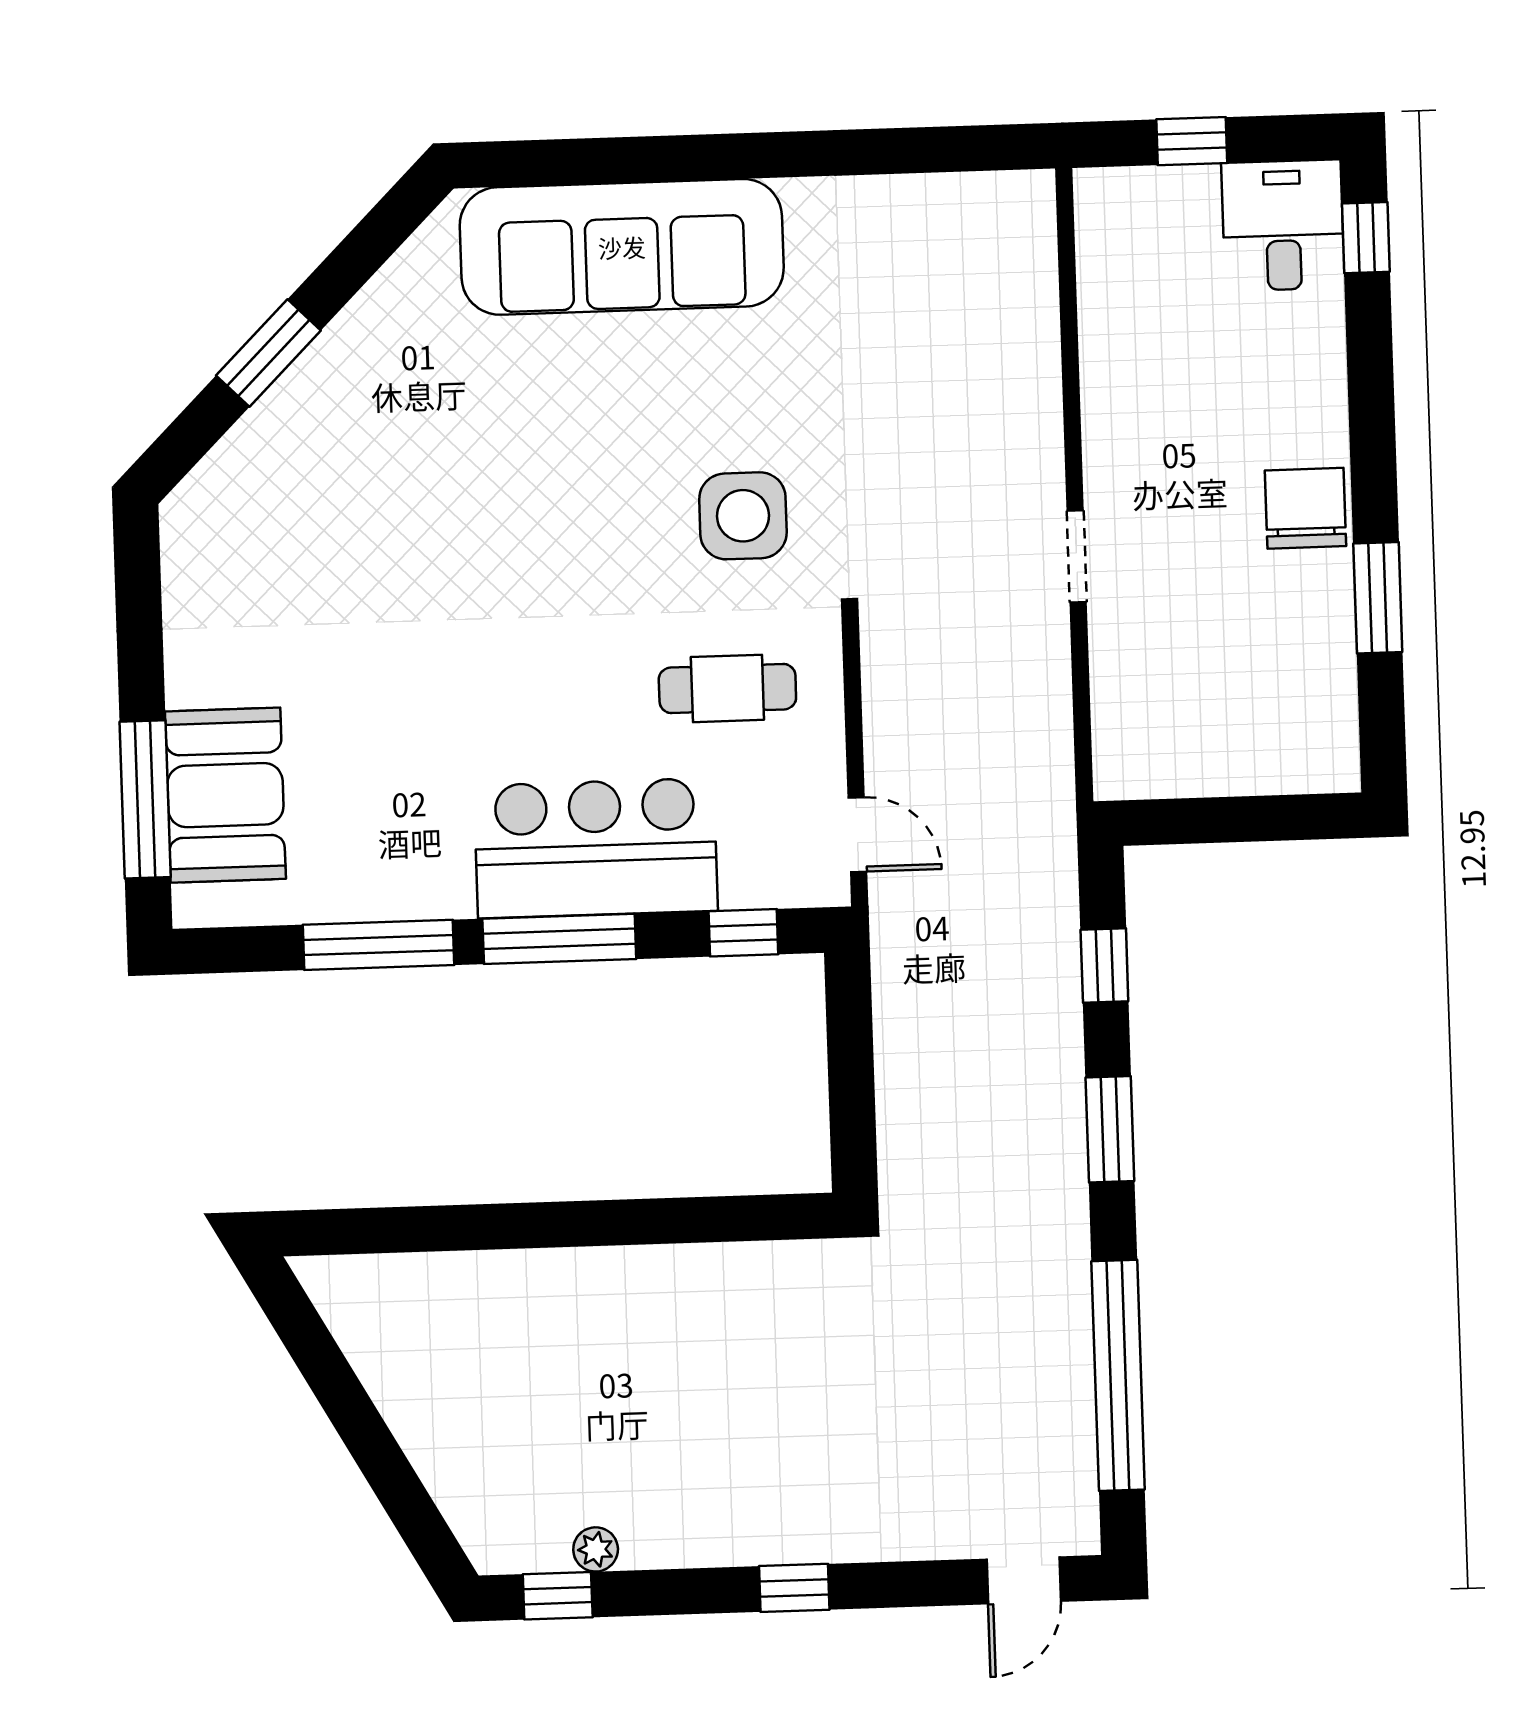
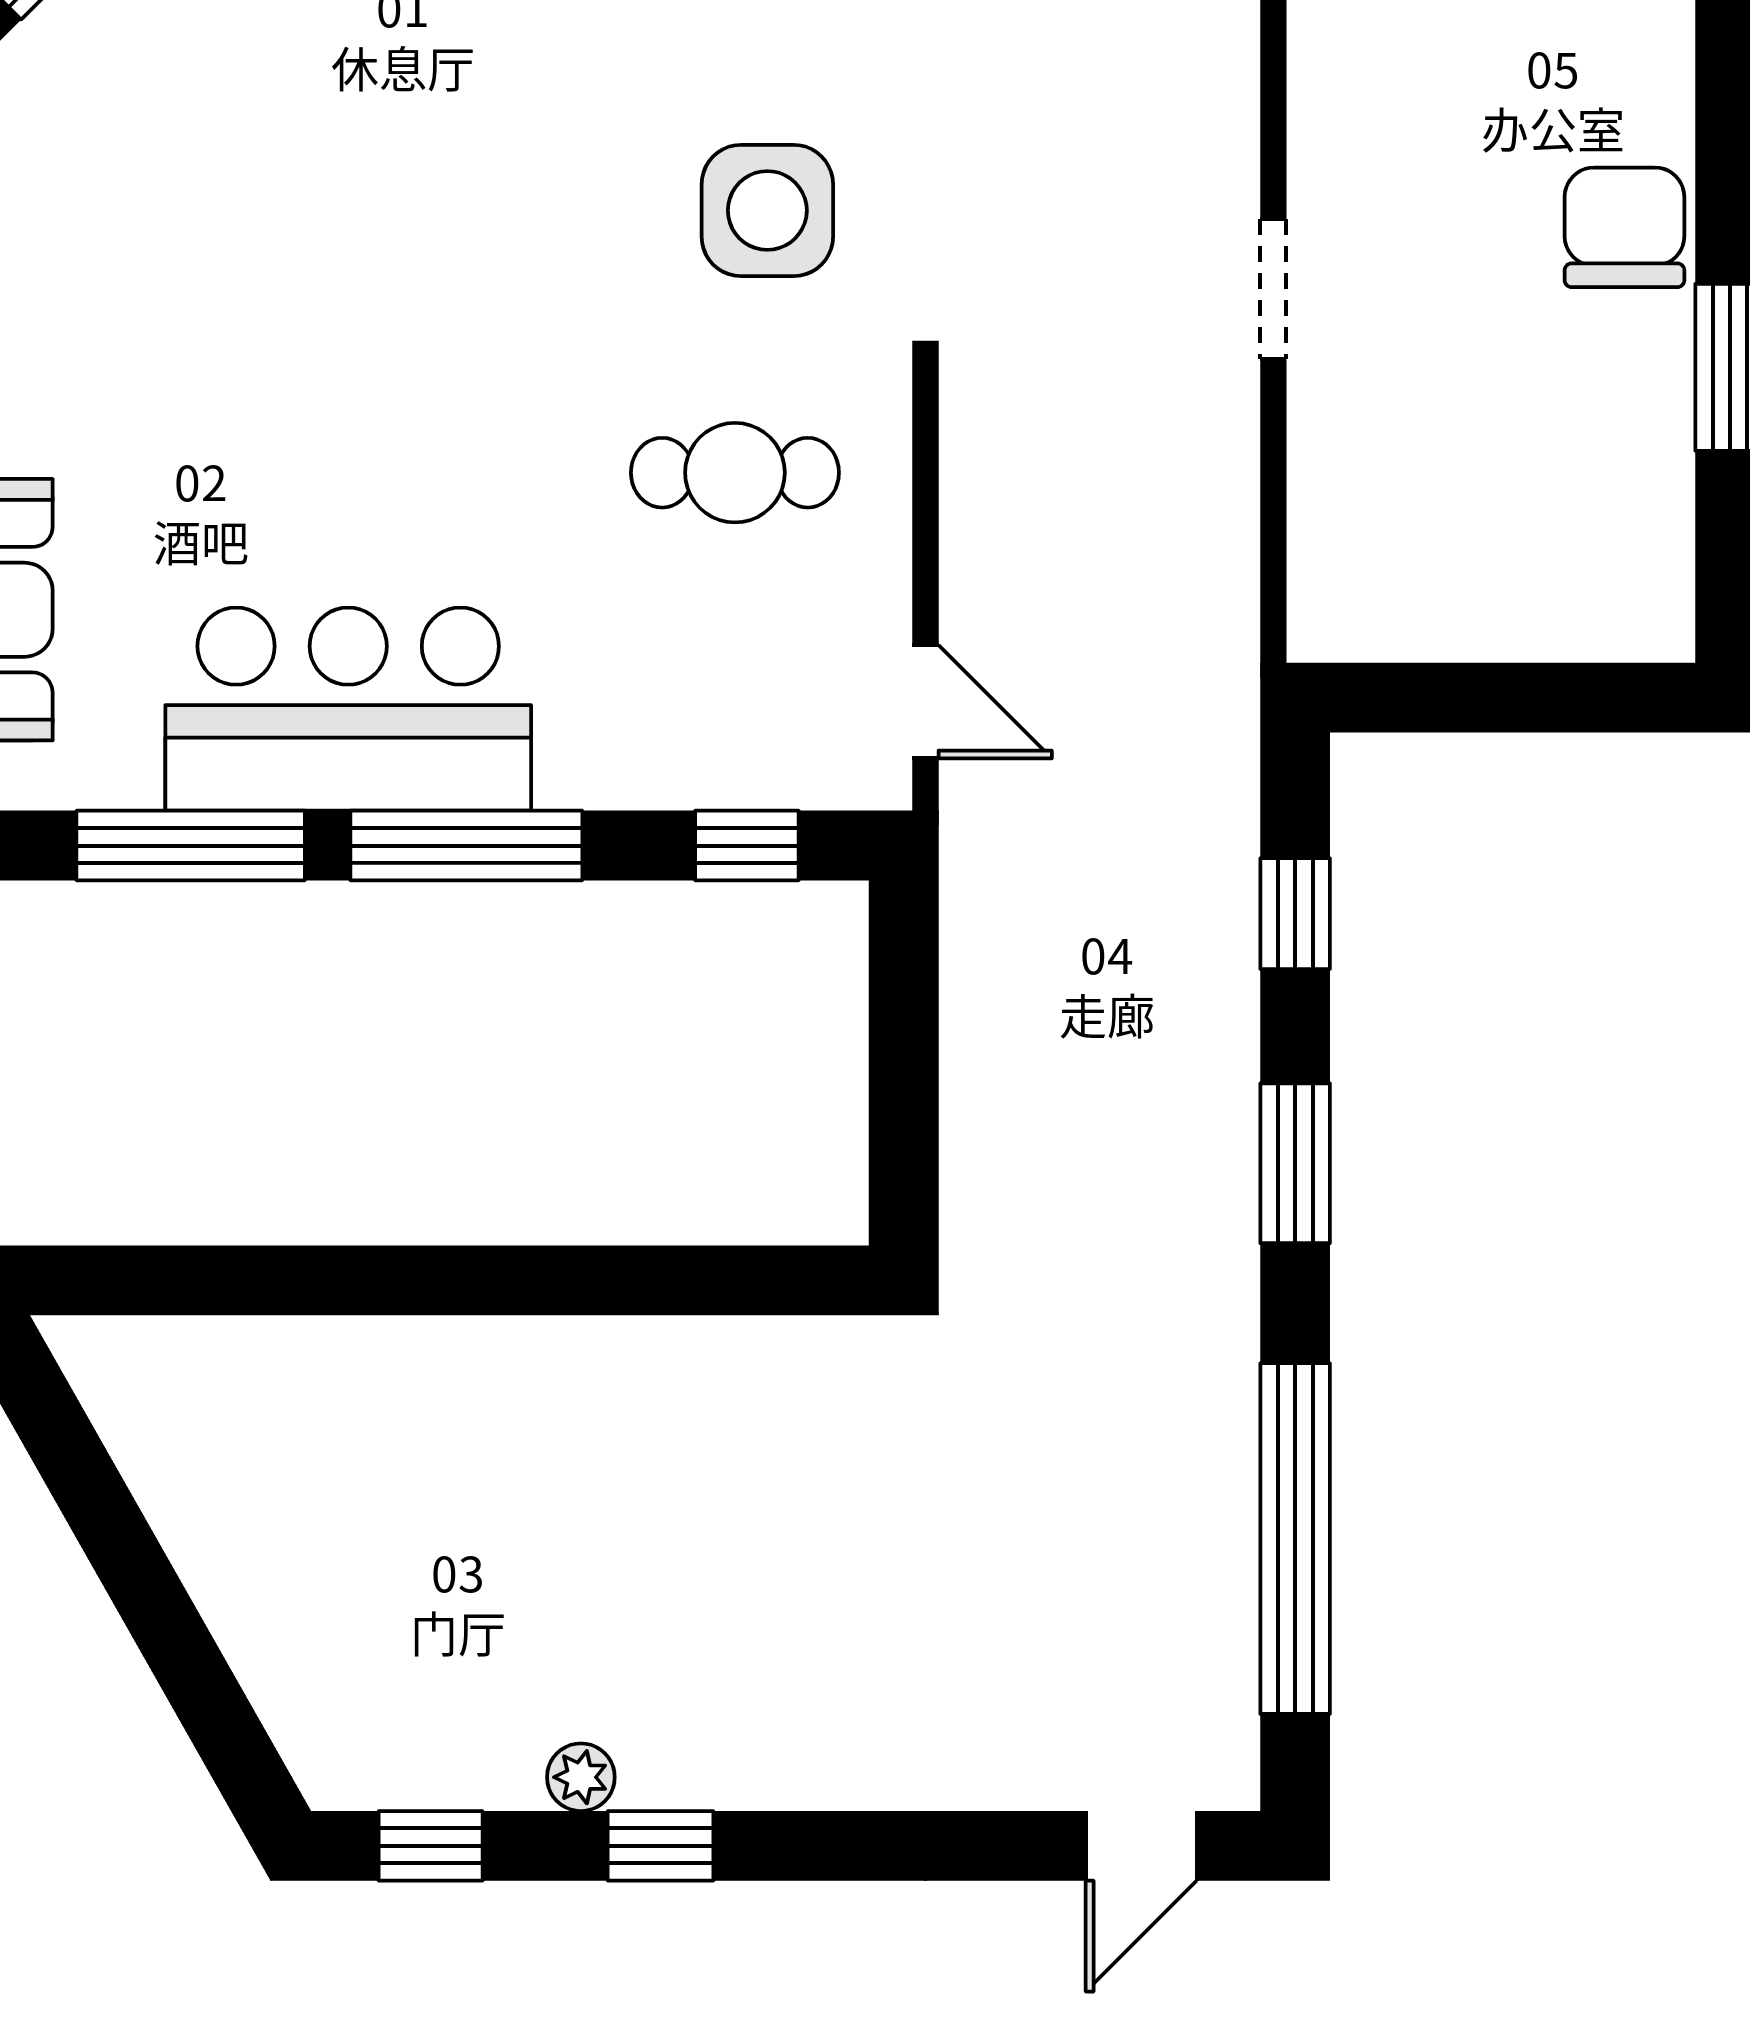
bar counter: (596, 848) -> (348, 709), moved
plant: (596, 1549) -> (581, 1777), moved
window: (794, 1588) -> (661, 1846), moved

